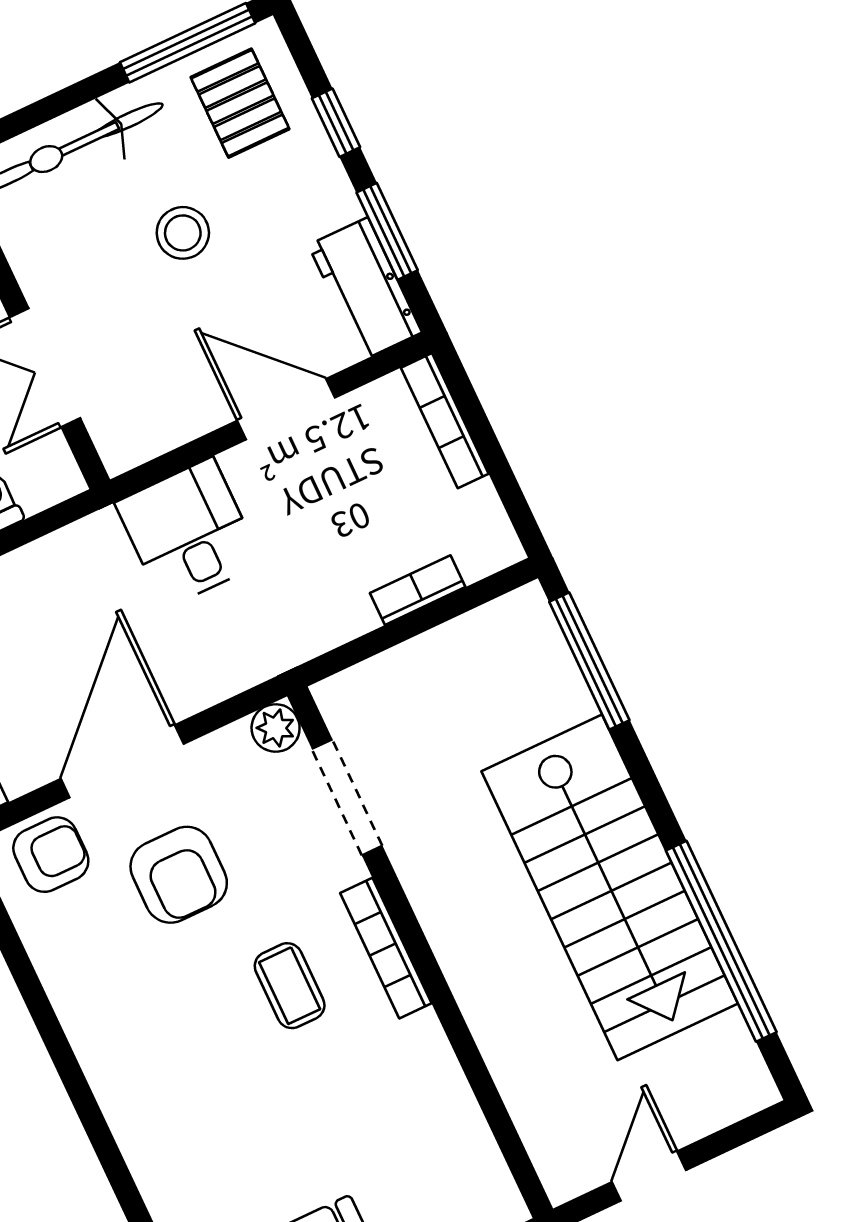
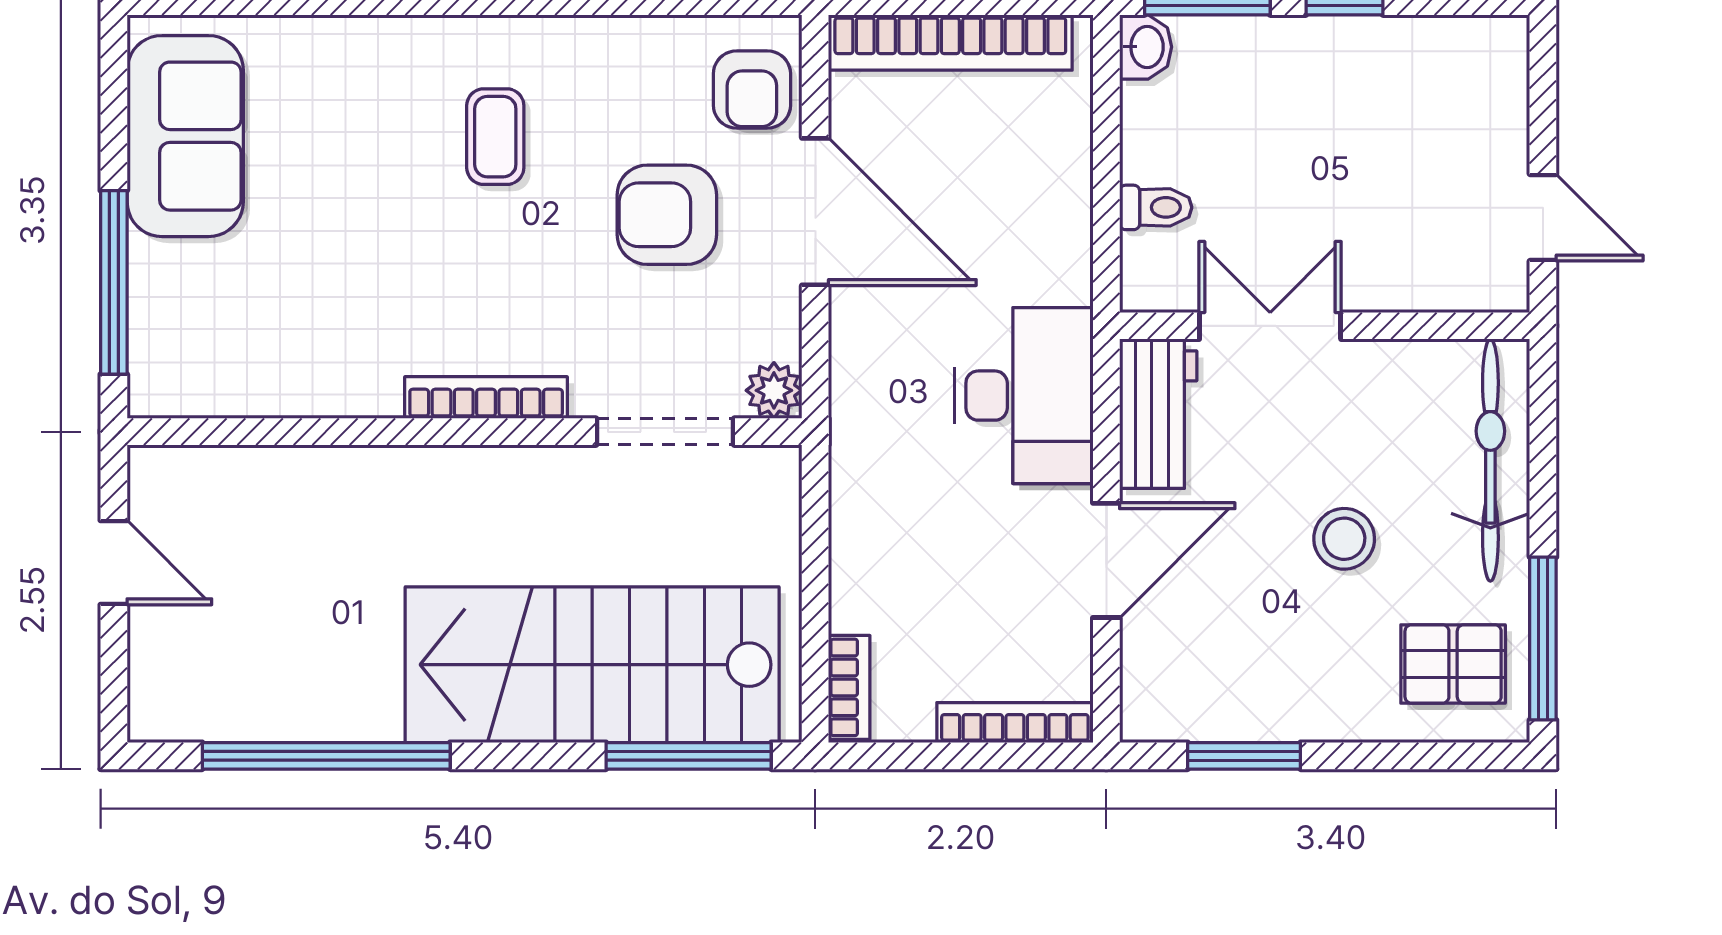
window: (336, 123) -> (1385, 756), removed
workbench: (365, 289) -> (1158, 414), moved, turned 90
desk: (189, 533) -> (1024, 396), width x1.37
bookcase: (418, 590) -> (849, 687), moved
stairs: (610, 887) -> (592, 665), moved
coffee table: (290, 986) -> (495, 137), moved, turned 90

